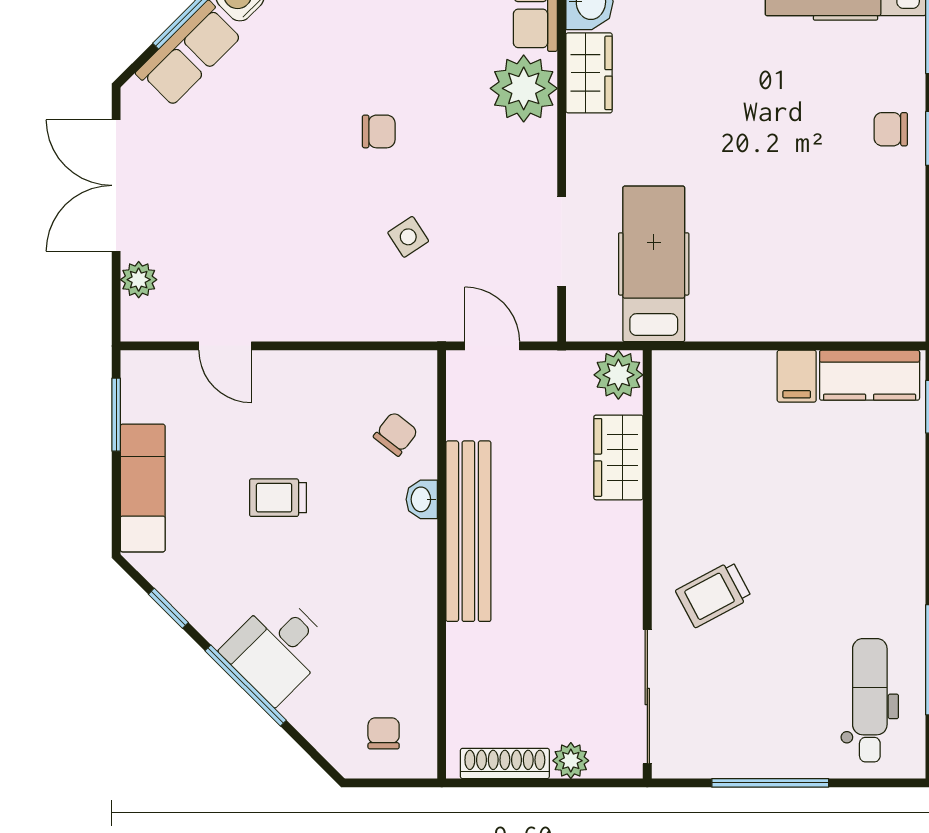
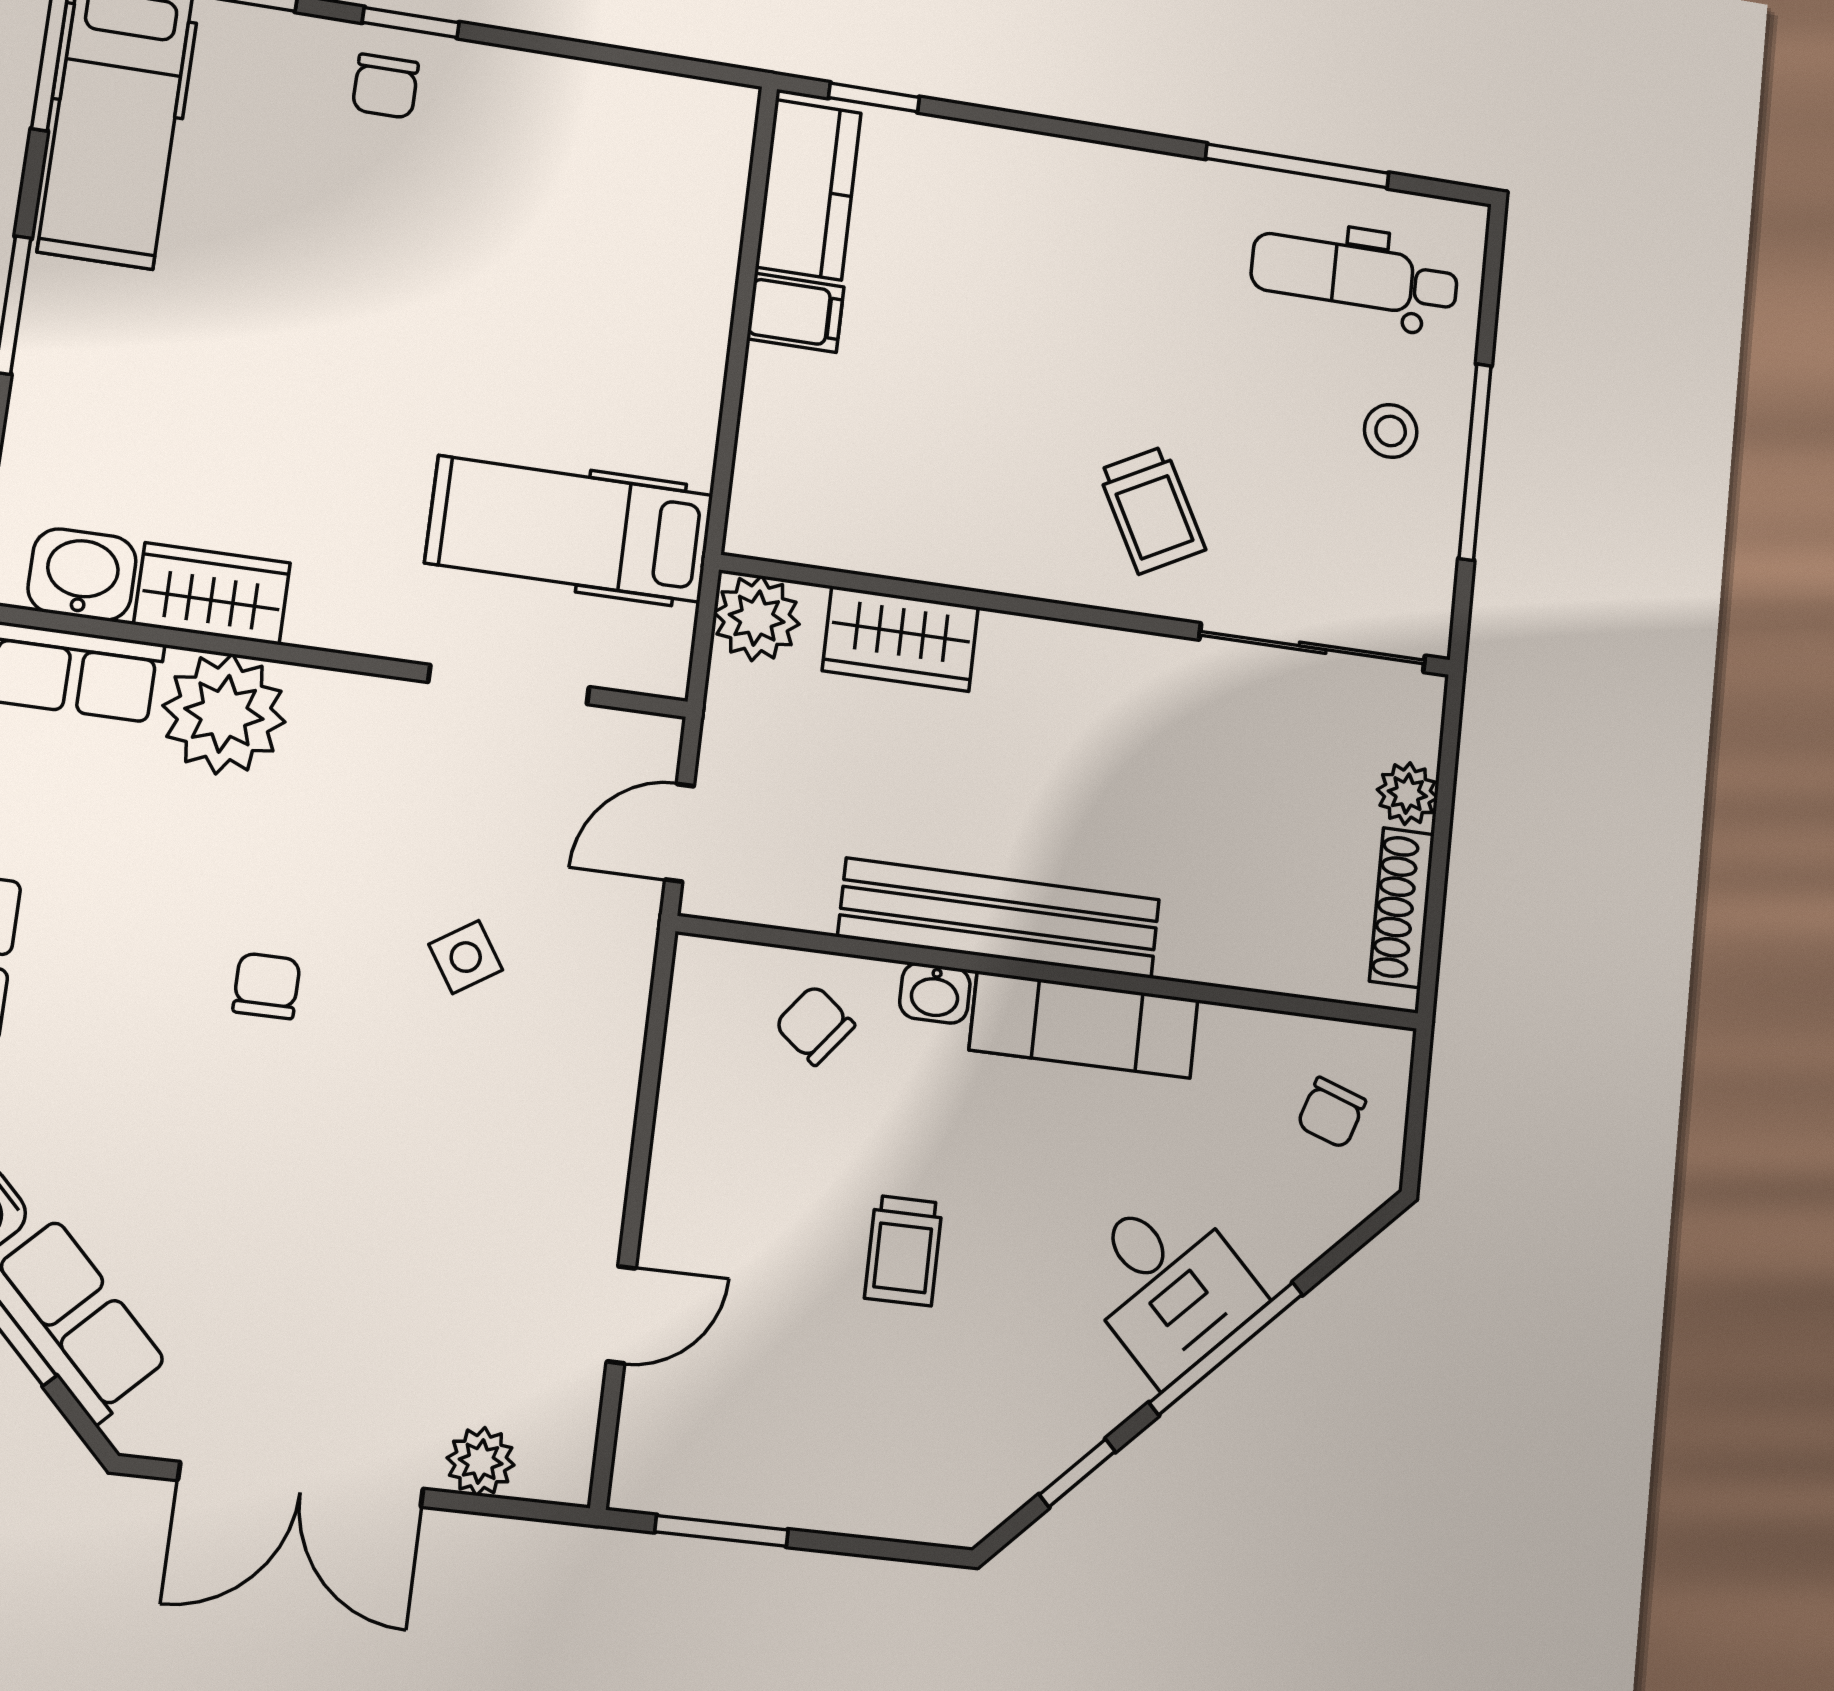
exam couch: (143, 488) -> (1084, 1025), moved, turned 180
stool: (781, 731) -> (1391, 431), added
chair: (384, 733) -> (1331, 1113), turned -71

